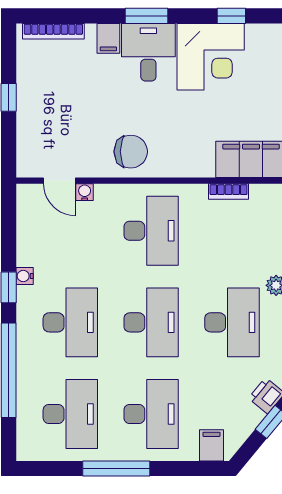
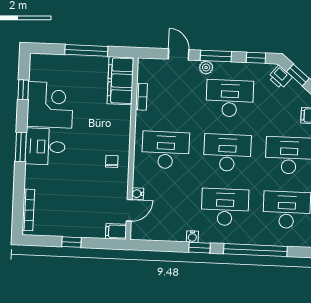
filing cabinet: (108, 38) -> (116, 231), moved, turned 180
chair: (131, 152) -> (112, 161), width x0.54, depth x0.54

